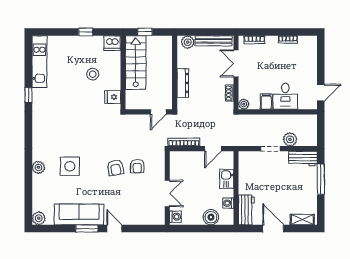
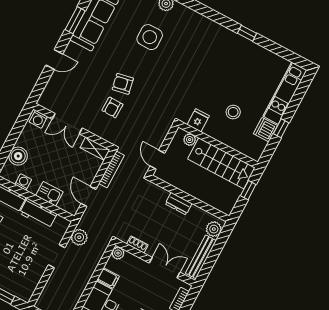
dishwasher: (112, 43) -> (265, 130), moved
kitchen unit: (39, 62) -> (285, 93), moved, turned 90
dresser: (183, 83) -> (179, 204), width x0.70
plant: (131, 96) -> (190, 140), added
plant: (290, 139) -> (79, 237), moved
workbench: (303, 159) -> (38, 214), moved, turned -90
shelving: (175, 163) -> (95, 149), added
armchair: (137, 166) -> (112, 107), turned -89
door: (114, 229) -> (54, 60), moved

